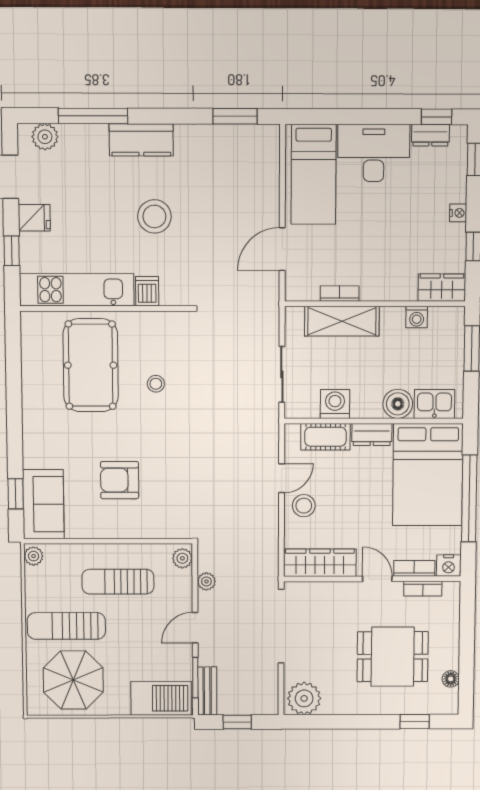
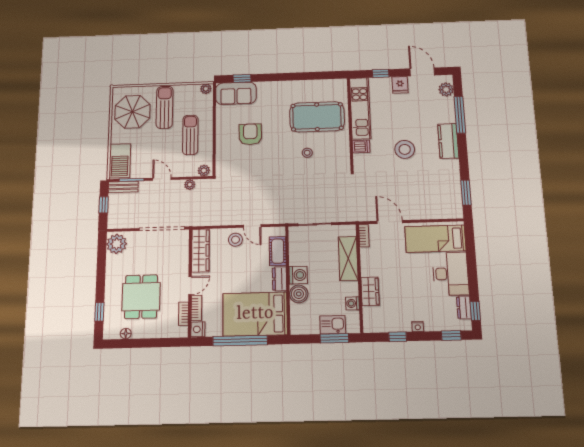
wardrobe: (442, 288) -> (370, 291), moved
bookcase: (340, 294) -> (364, 236), moved
washing machine: (335, 404) -> (298, 275), moved
kitchen sink: (434, 404) -> (333, 325), moved, turned -90

